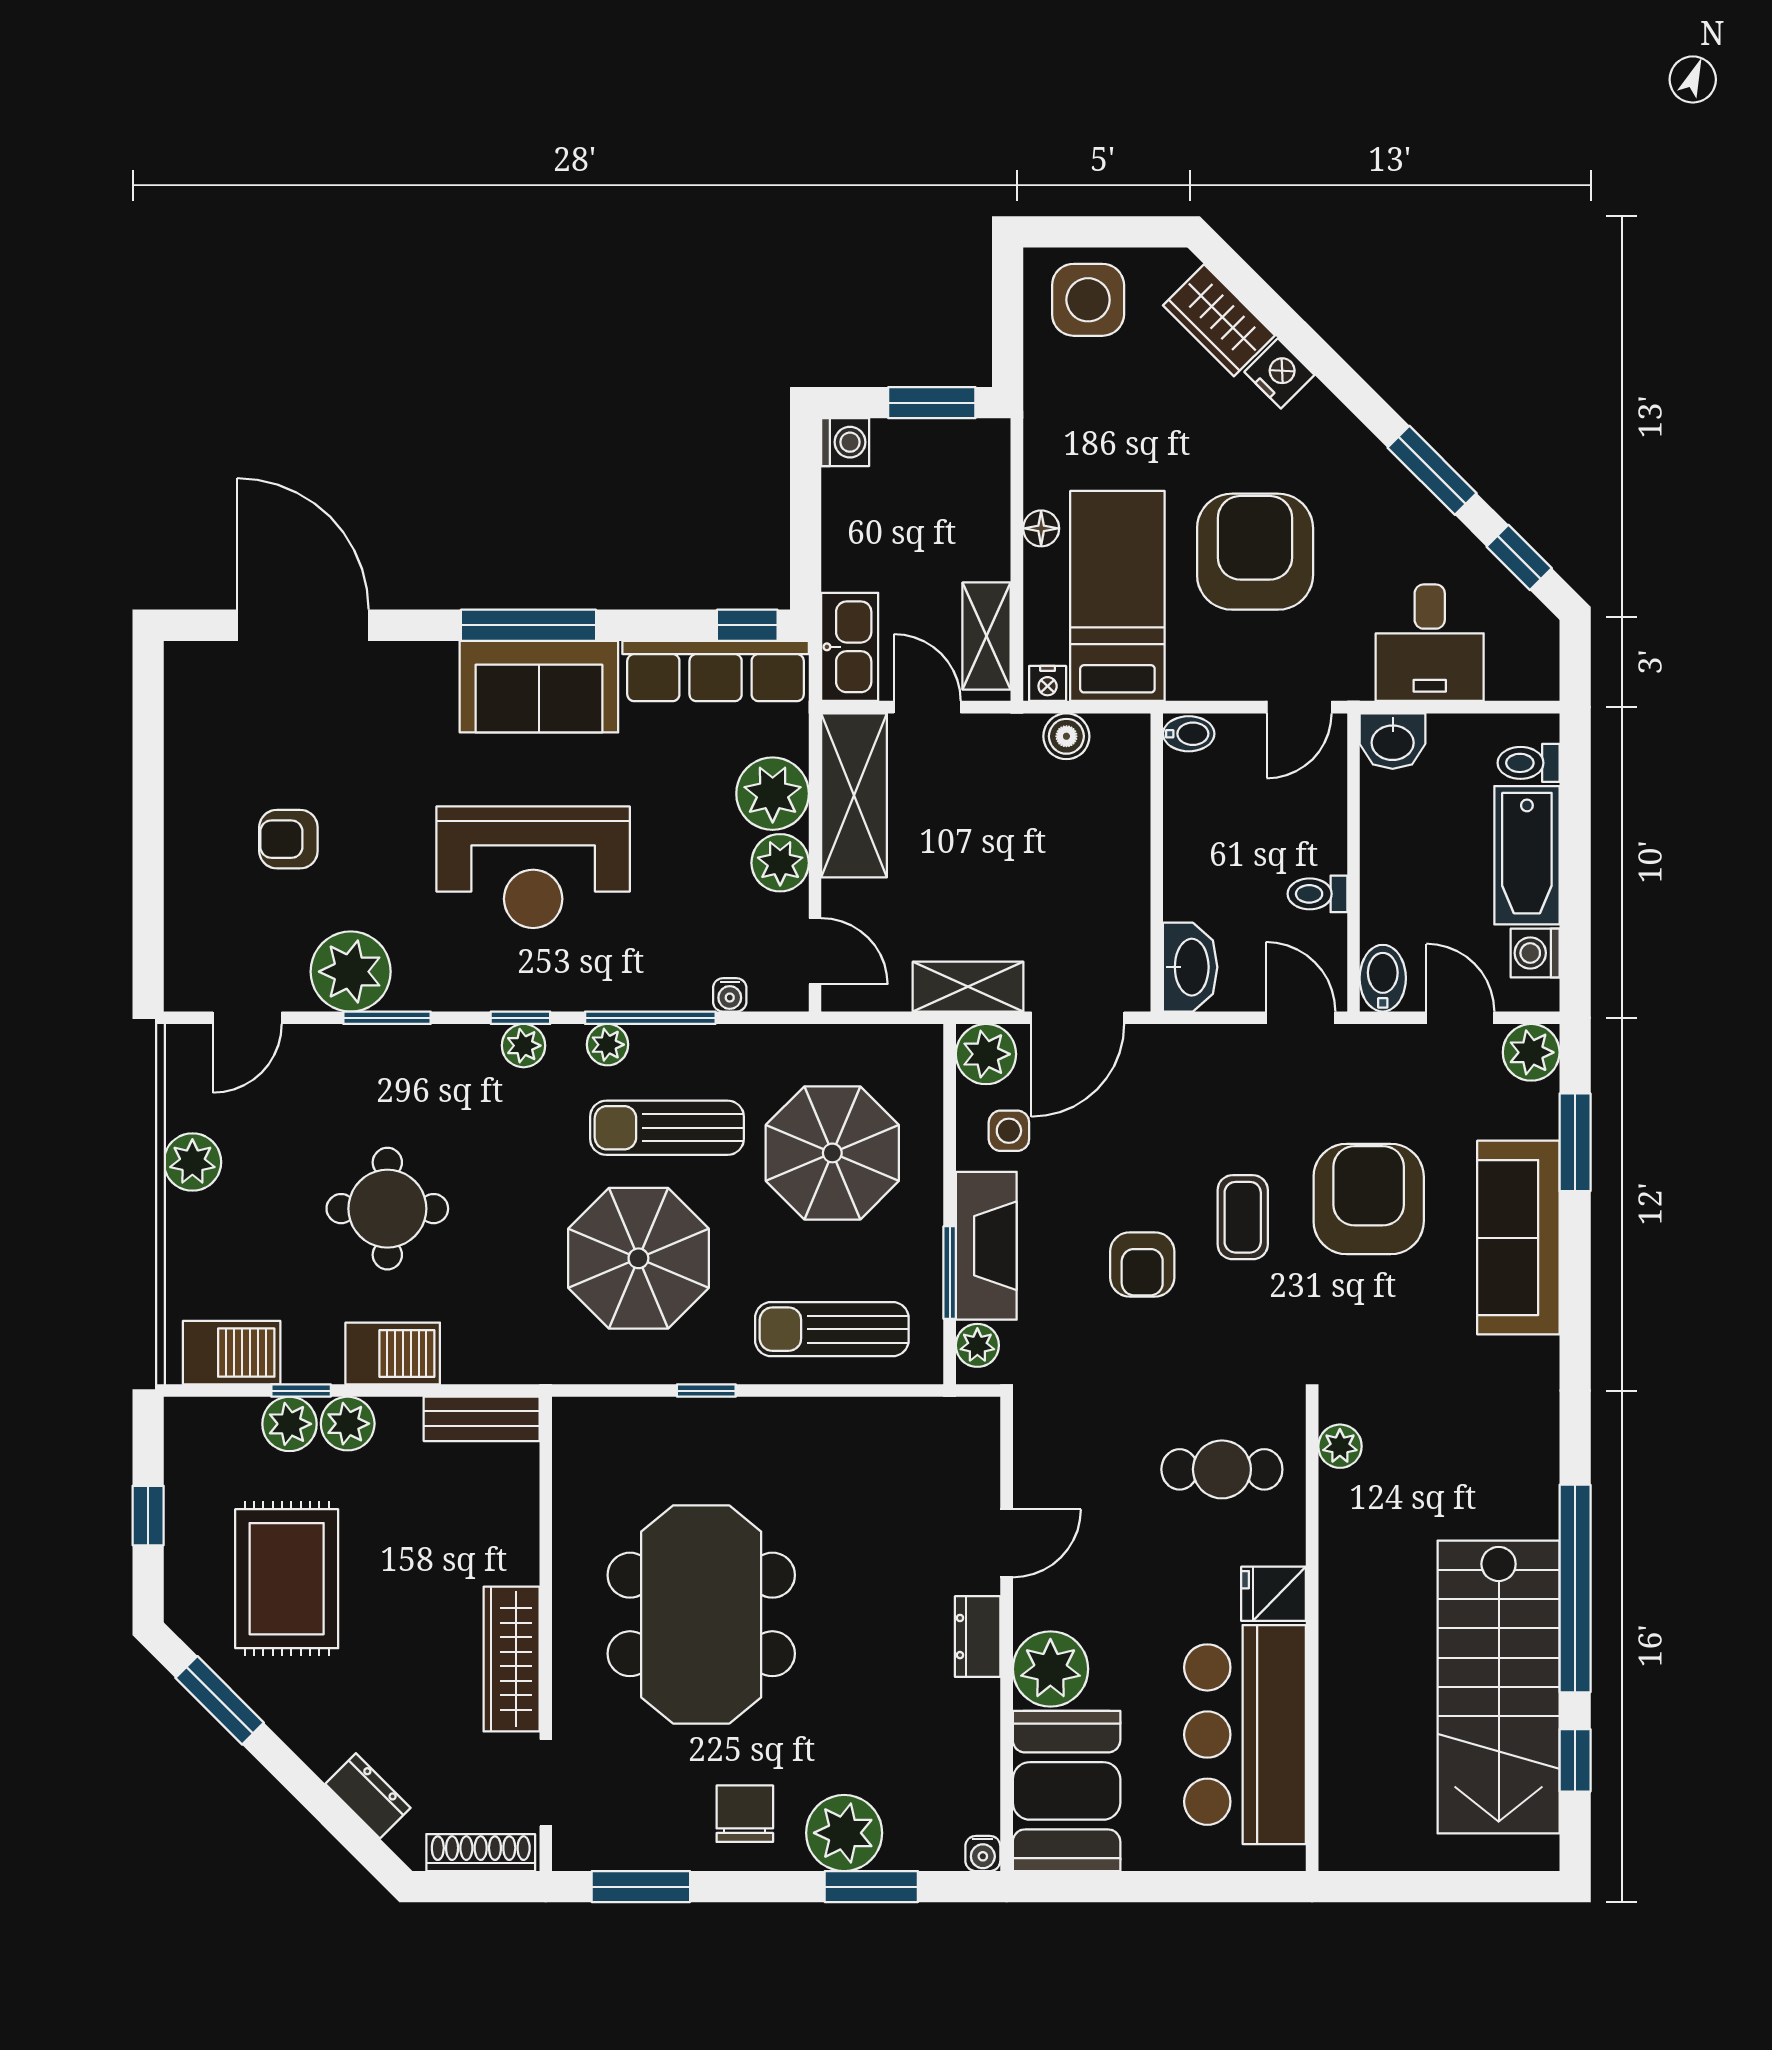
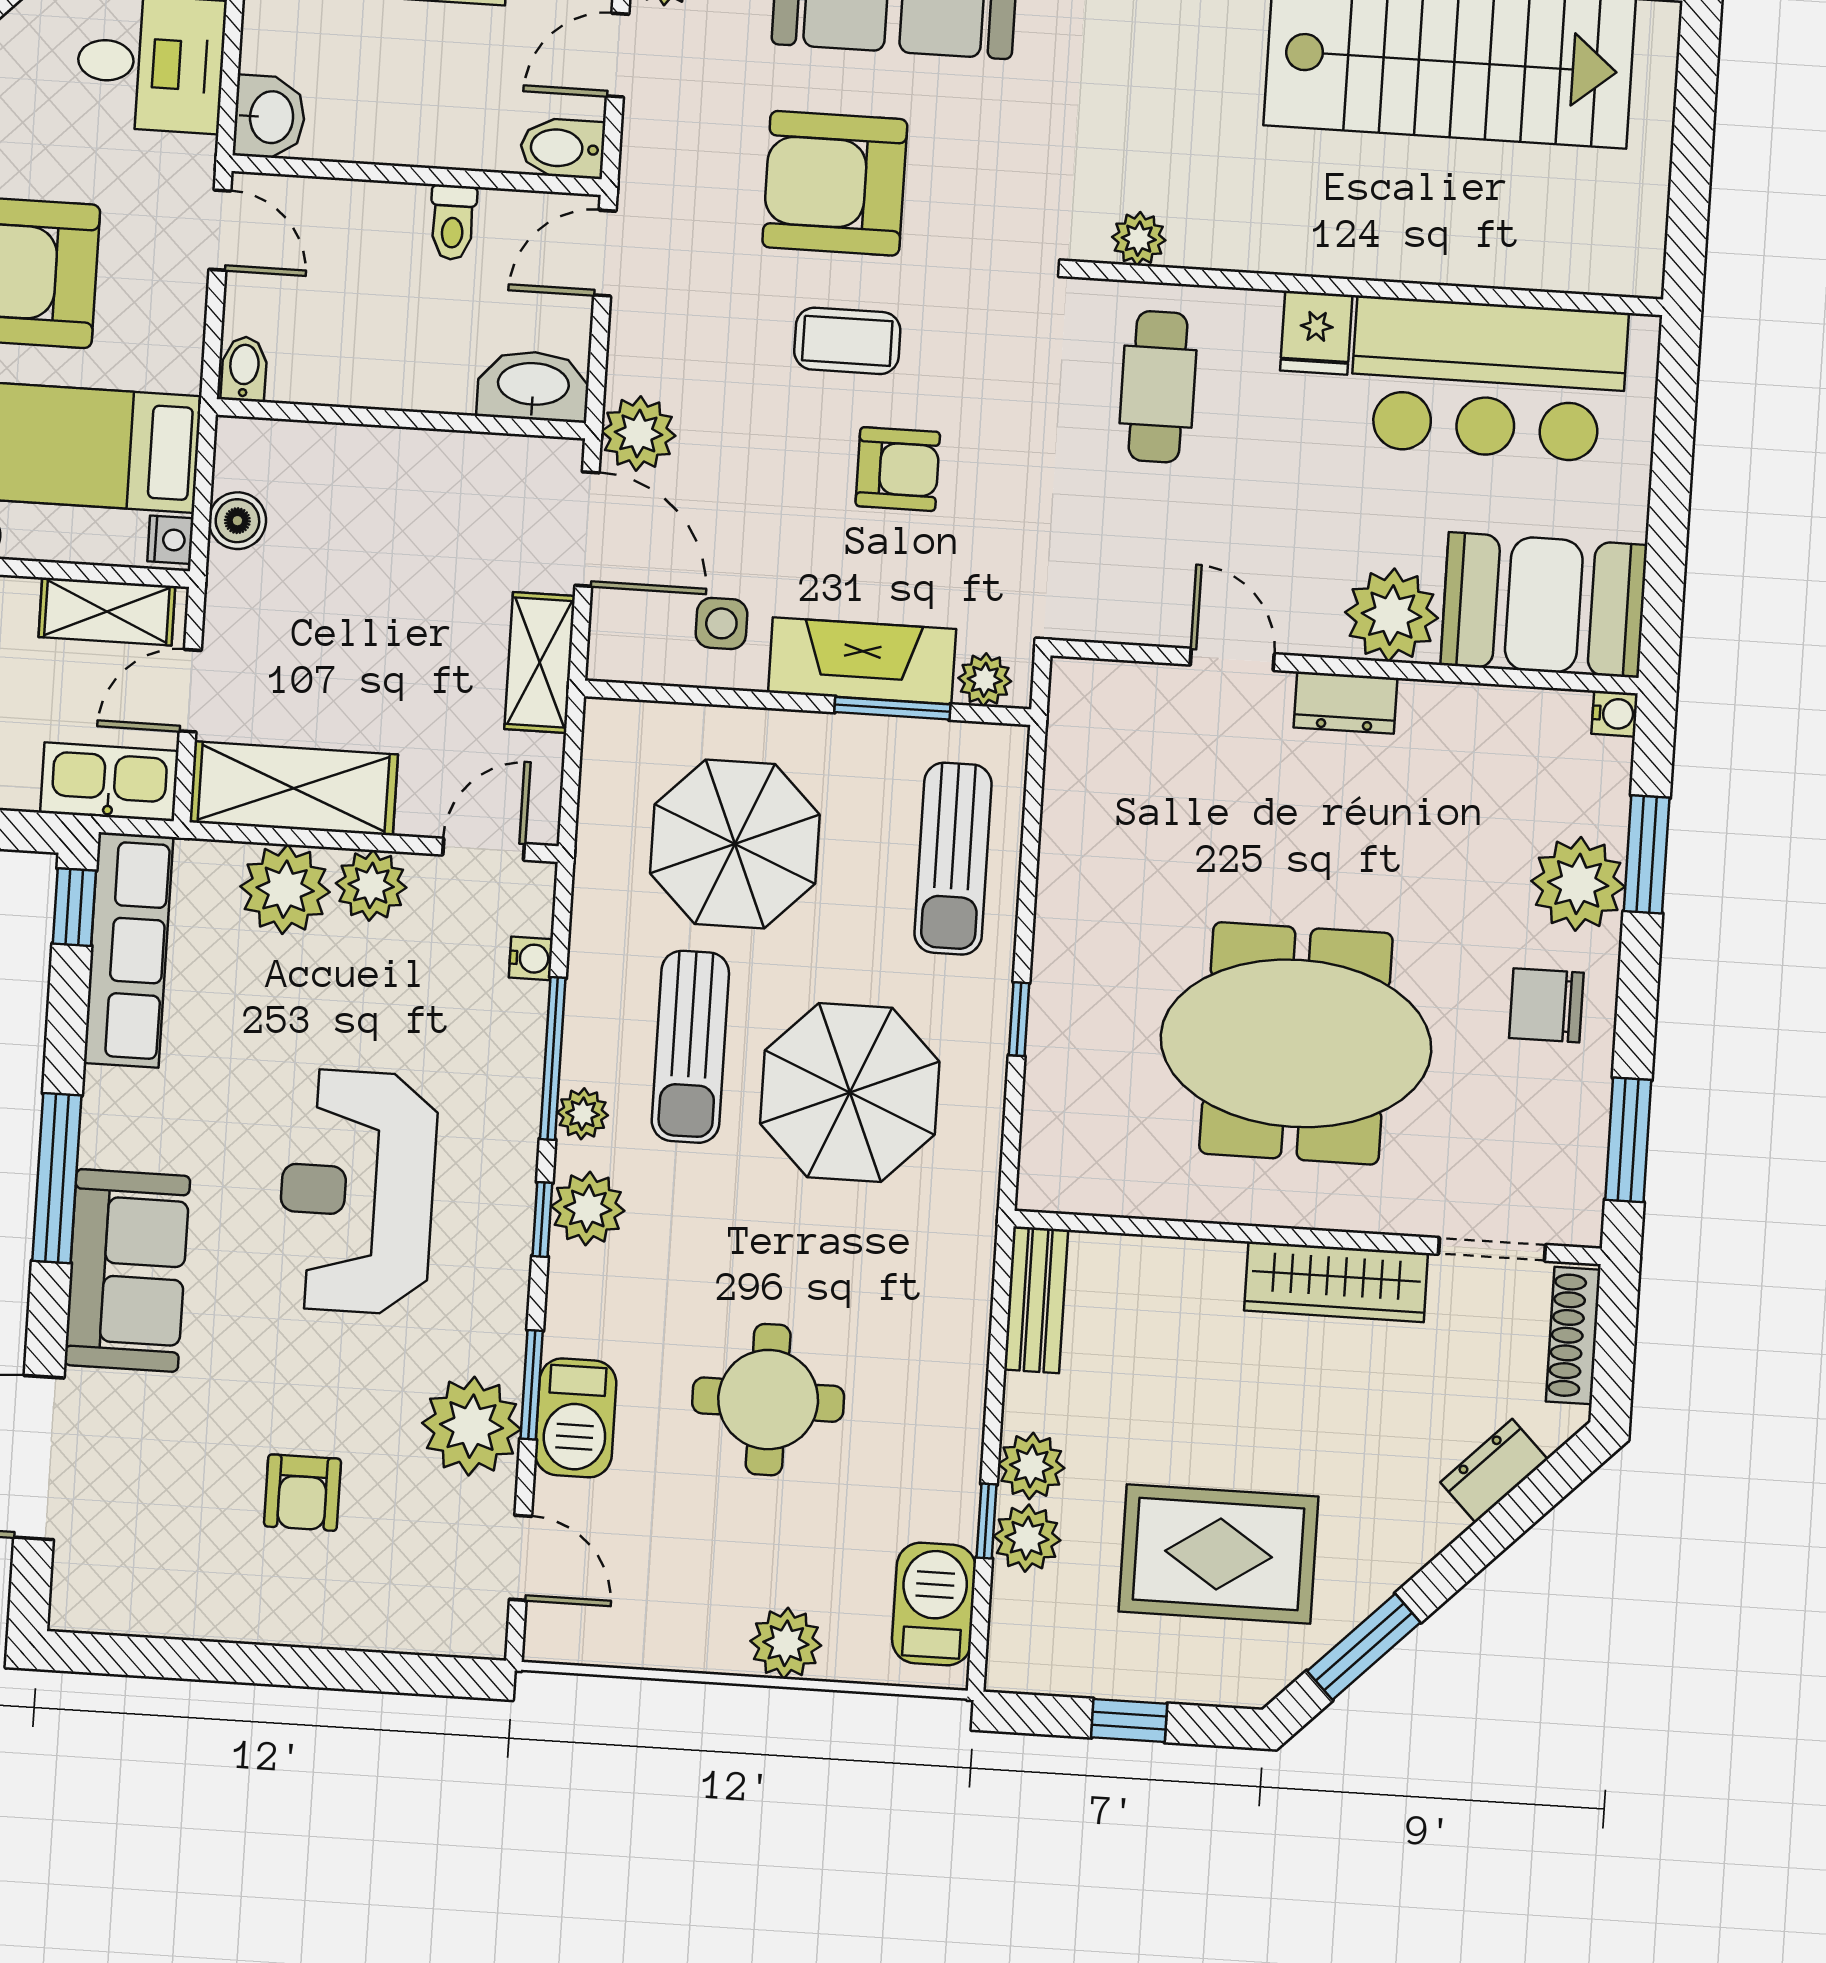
sofa: (539, 687) -> (127, 1270), moved
reception desk: (533, 867) -> (357, 1192), turned 180
plant: (524, 1046) -> (588, 1208), width x1.38, depth x1.38
plant: (986, 1054) -> (638, 433), moved
plant: (192, 1162) -> (786, 1643), moved
barbecue: (393, 1353) -> (576, 1418), moved, turned 180

